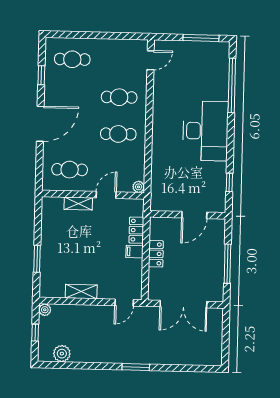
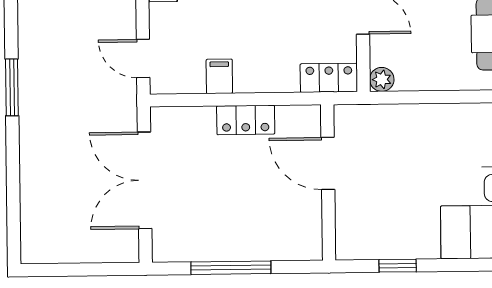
door: (194, 215) -> (328, 163), moved
locker: (136, 230) -> (329, 78), moved
filing cabinet: (134, 252) -> (219, 76), moved

